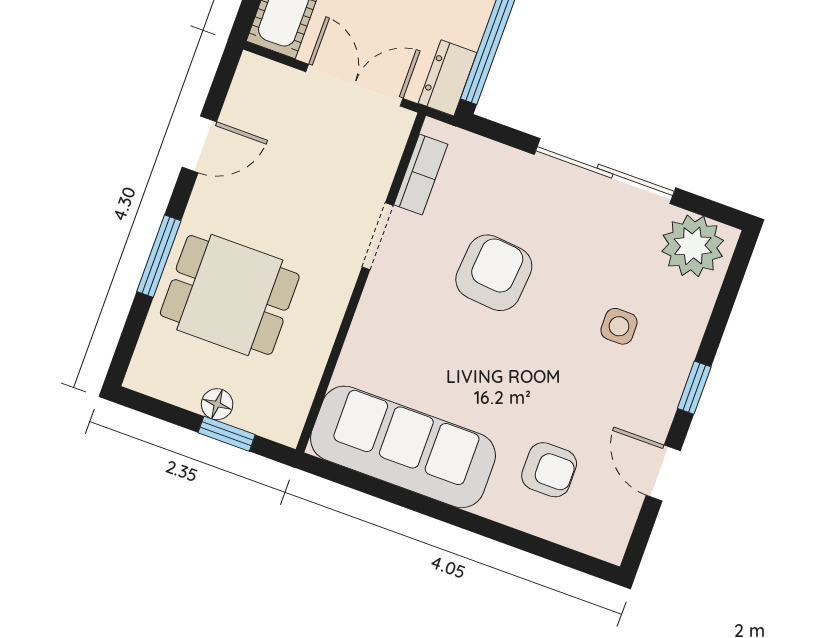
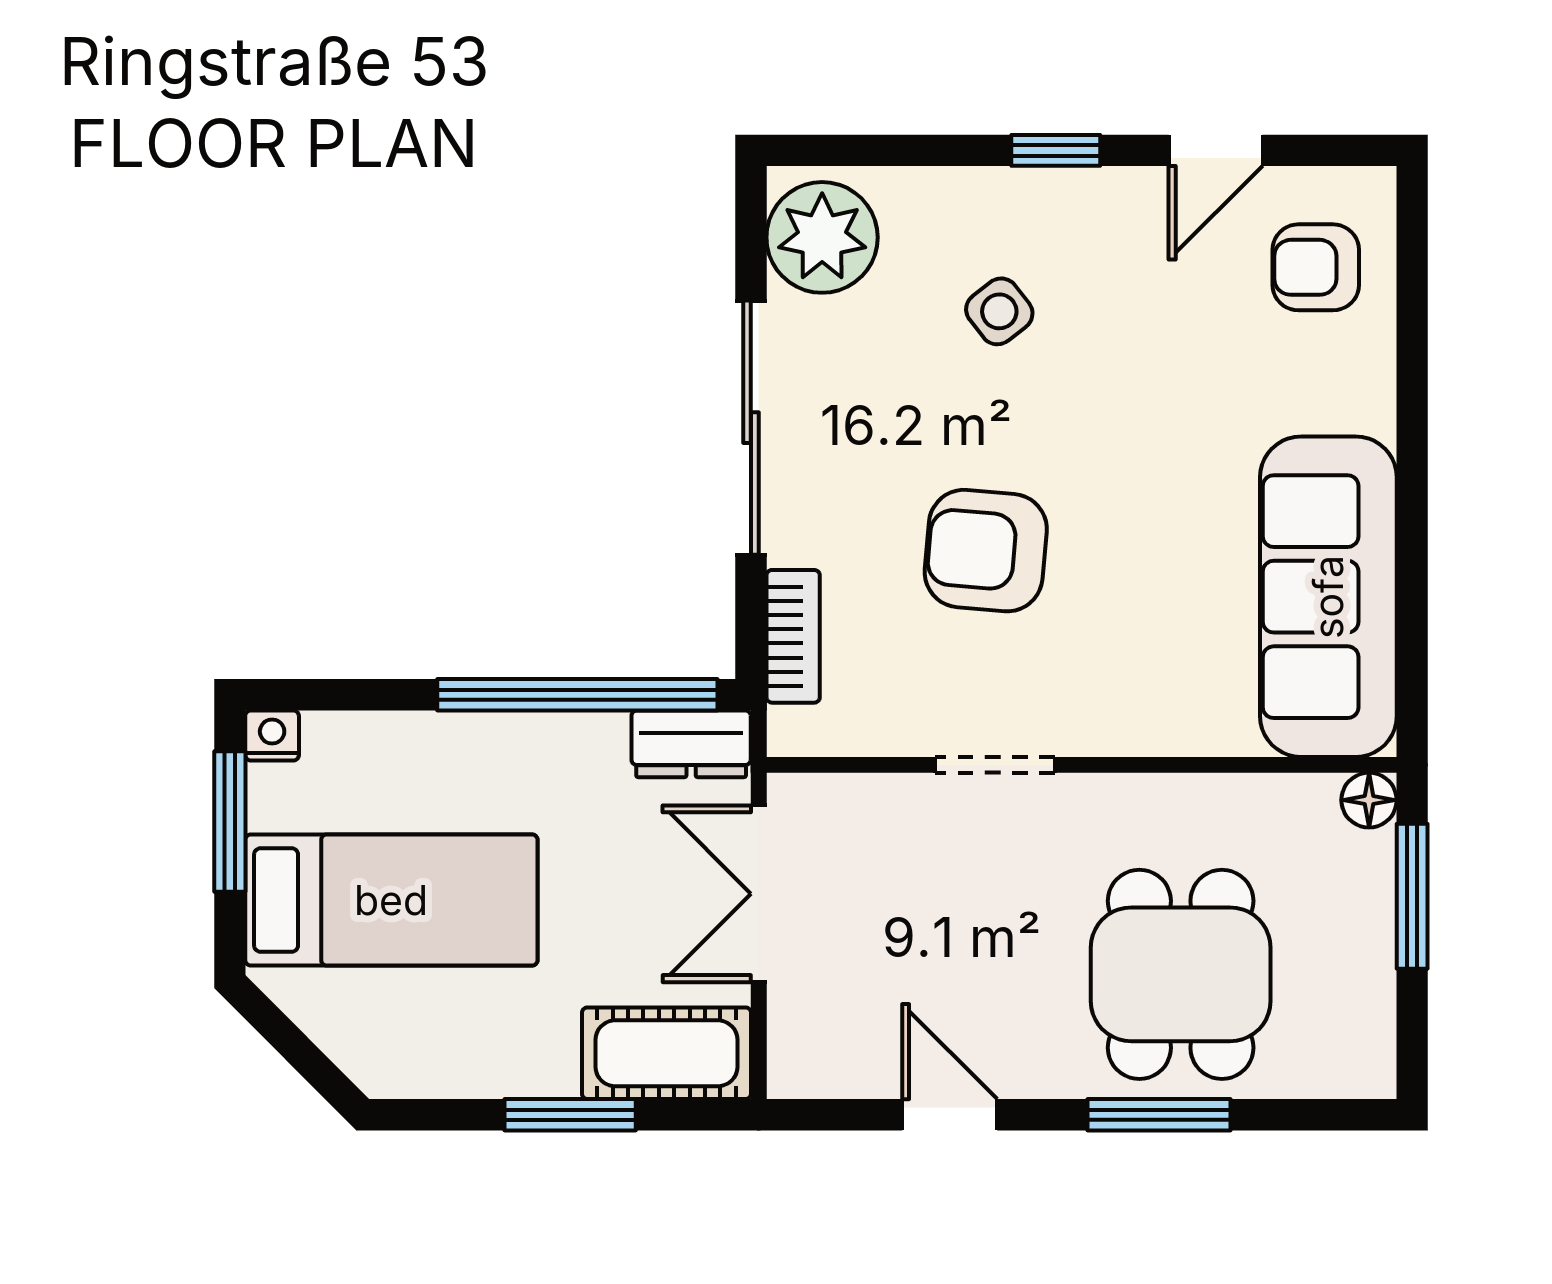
bookcase: (421, 174) -> (793, 636), moved, turned 90
side table: (619, 326) -> (999, 311), turned -38
floor lamp: (217, 404) -> (1369, 800), moved
window: (227, 434) -> (1412, 896), width x1.50
armchair: (549, 470) -> (1316, 267), moved, turned -90

